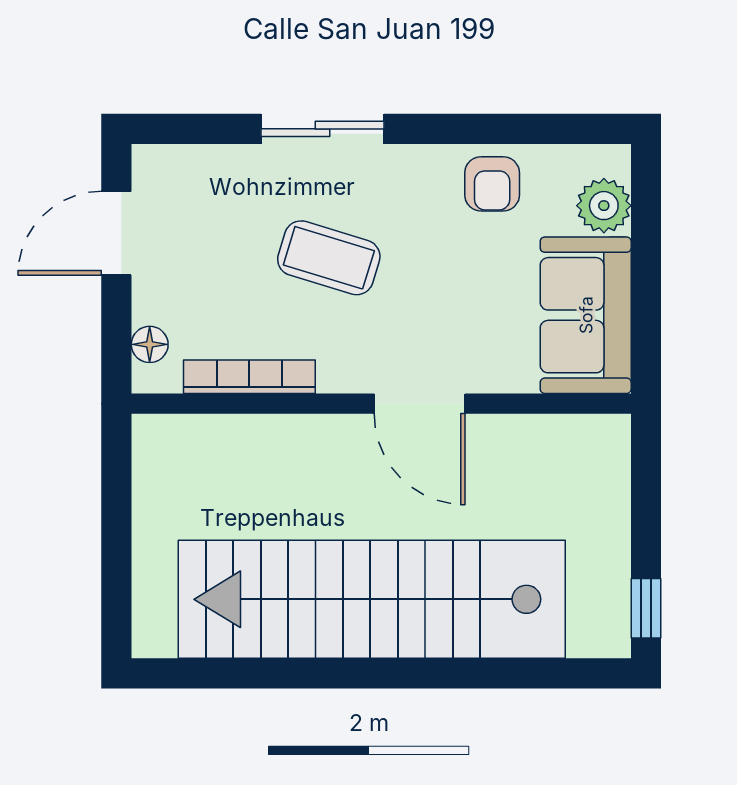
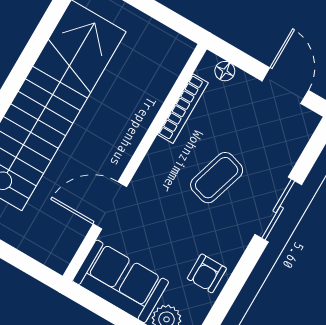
armchair: (492, 184) -> (207, 273), turned -90
door: (420, 404) -> (110, 205), moved

